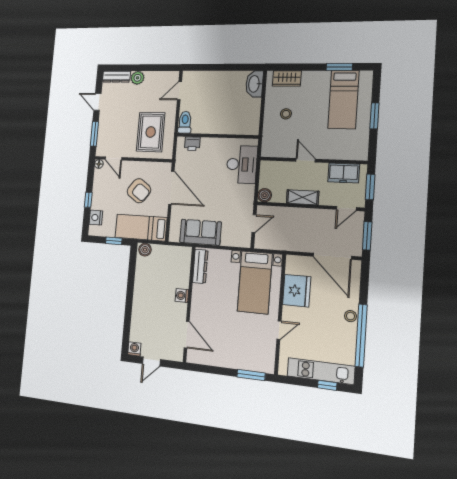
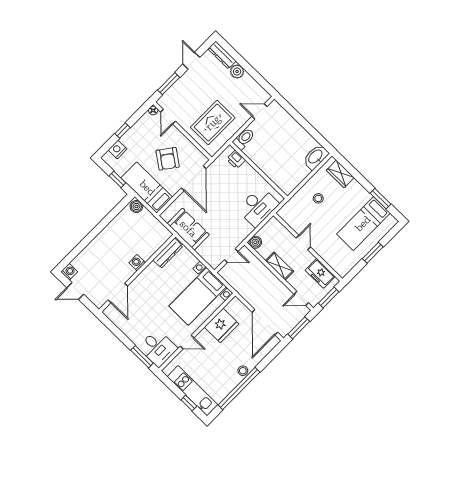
desk: (258, 356) -> (158, 348), added

